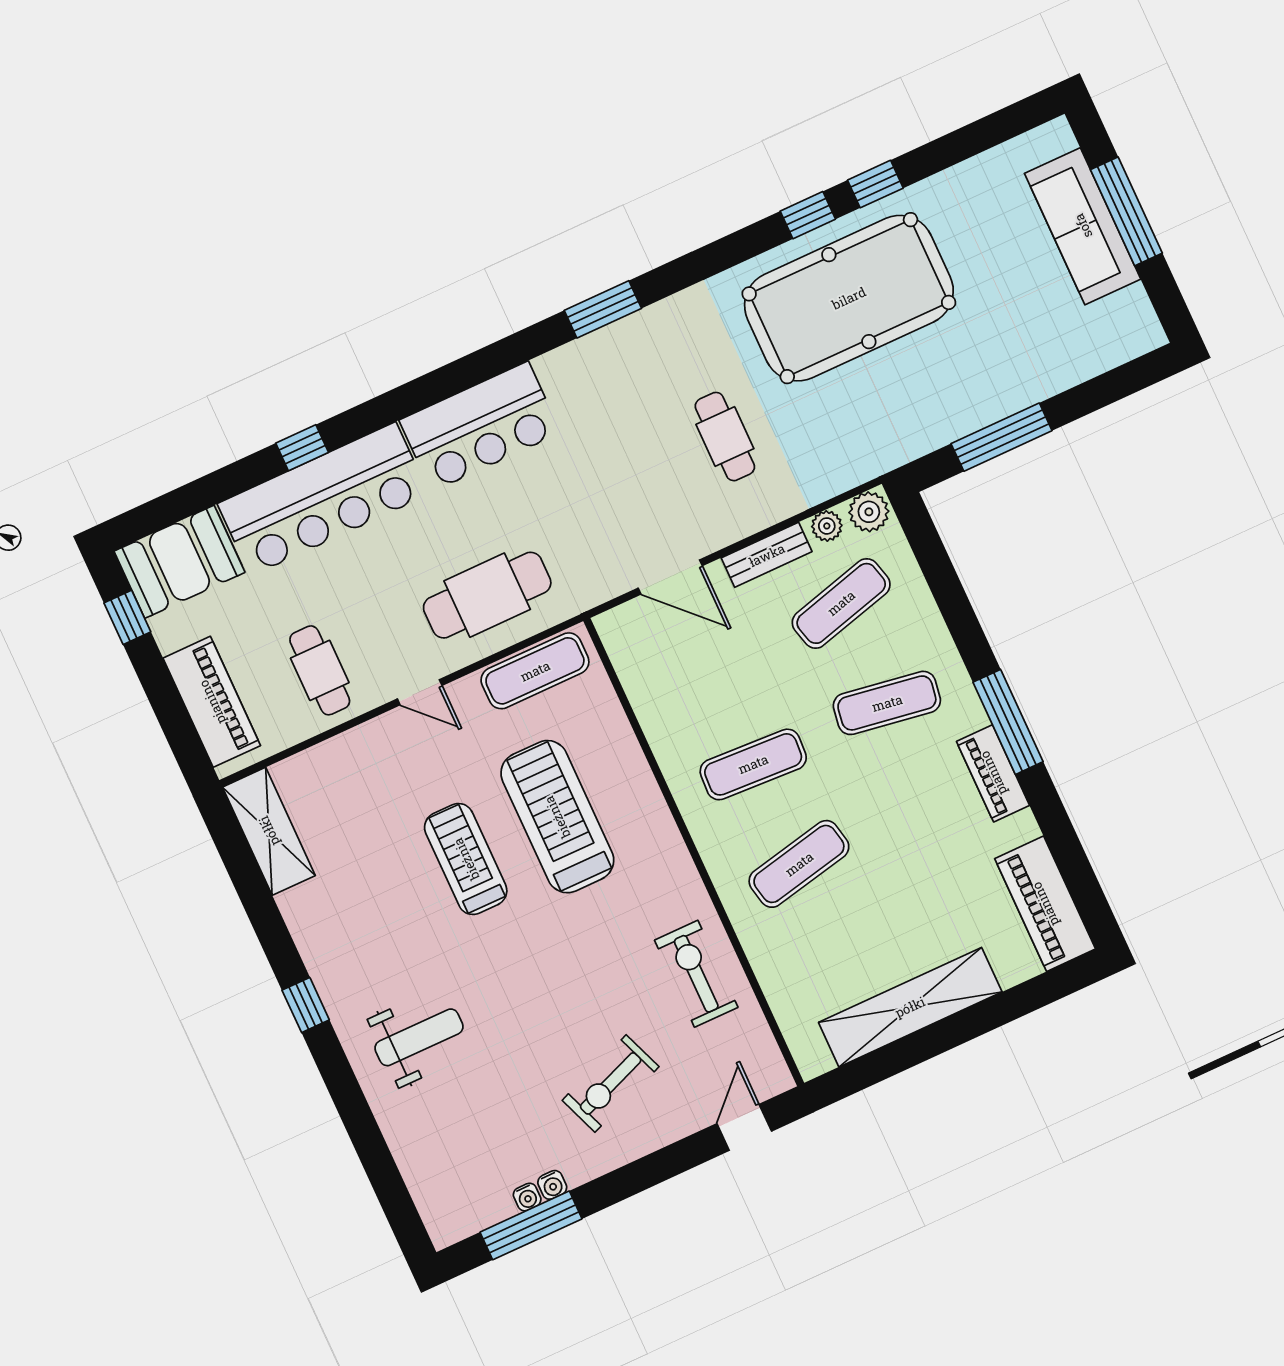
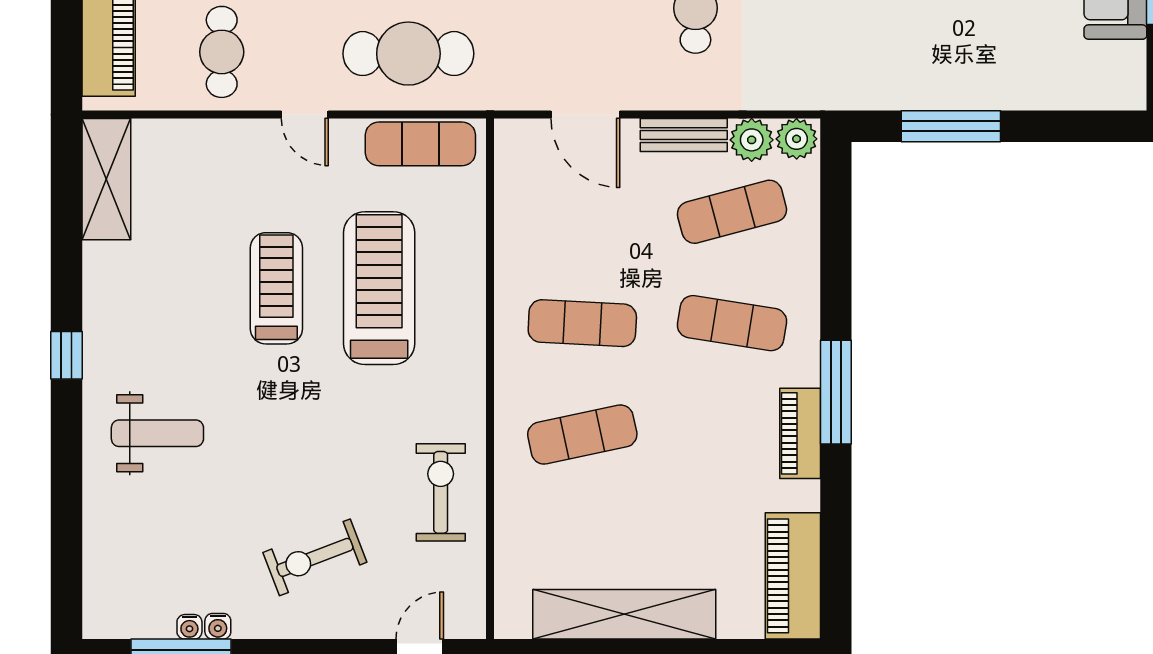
plant: (827, 526) -> (752, 140), width x1.38, depth x1.38

